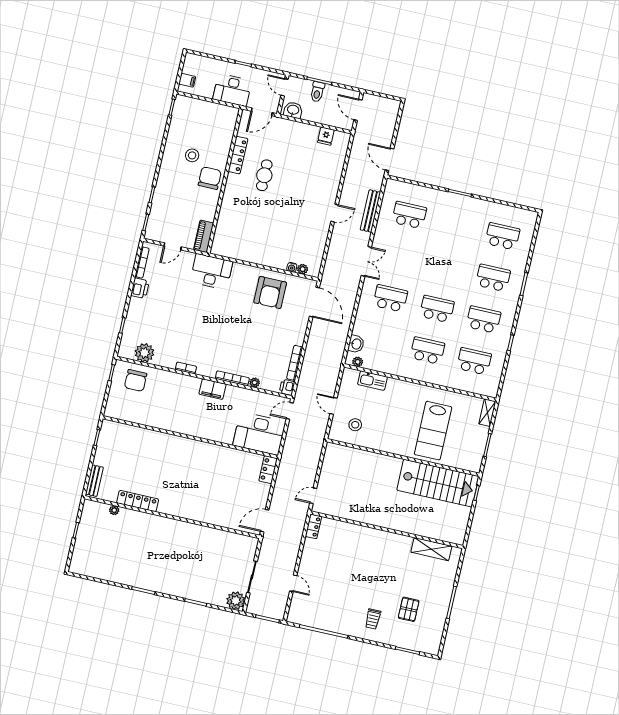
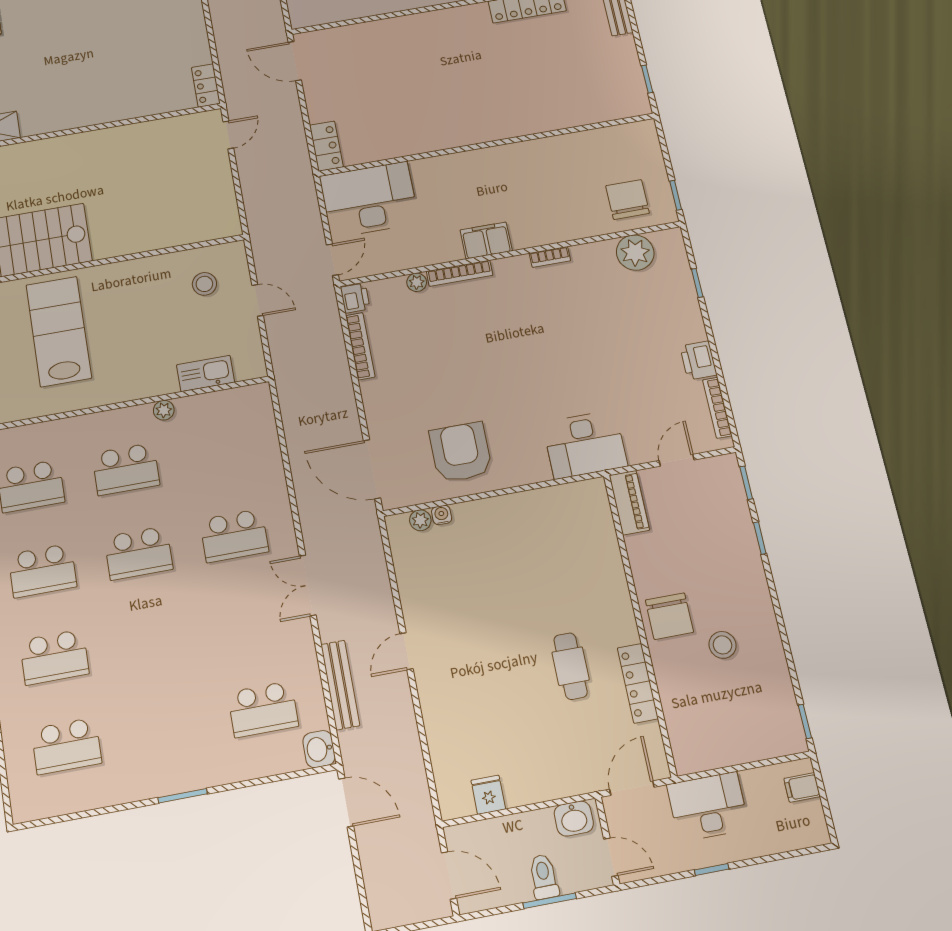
washbasin: (356, 344) -> (319, 749), moved
plant: (358, 362) -> (164, 410), moved
door: (265, 521) -> (295, 61), swing flipped

